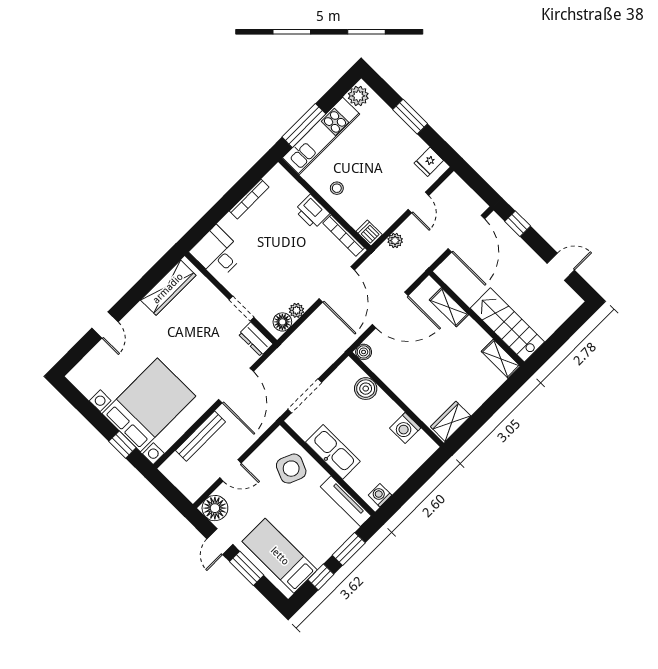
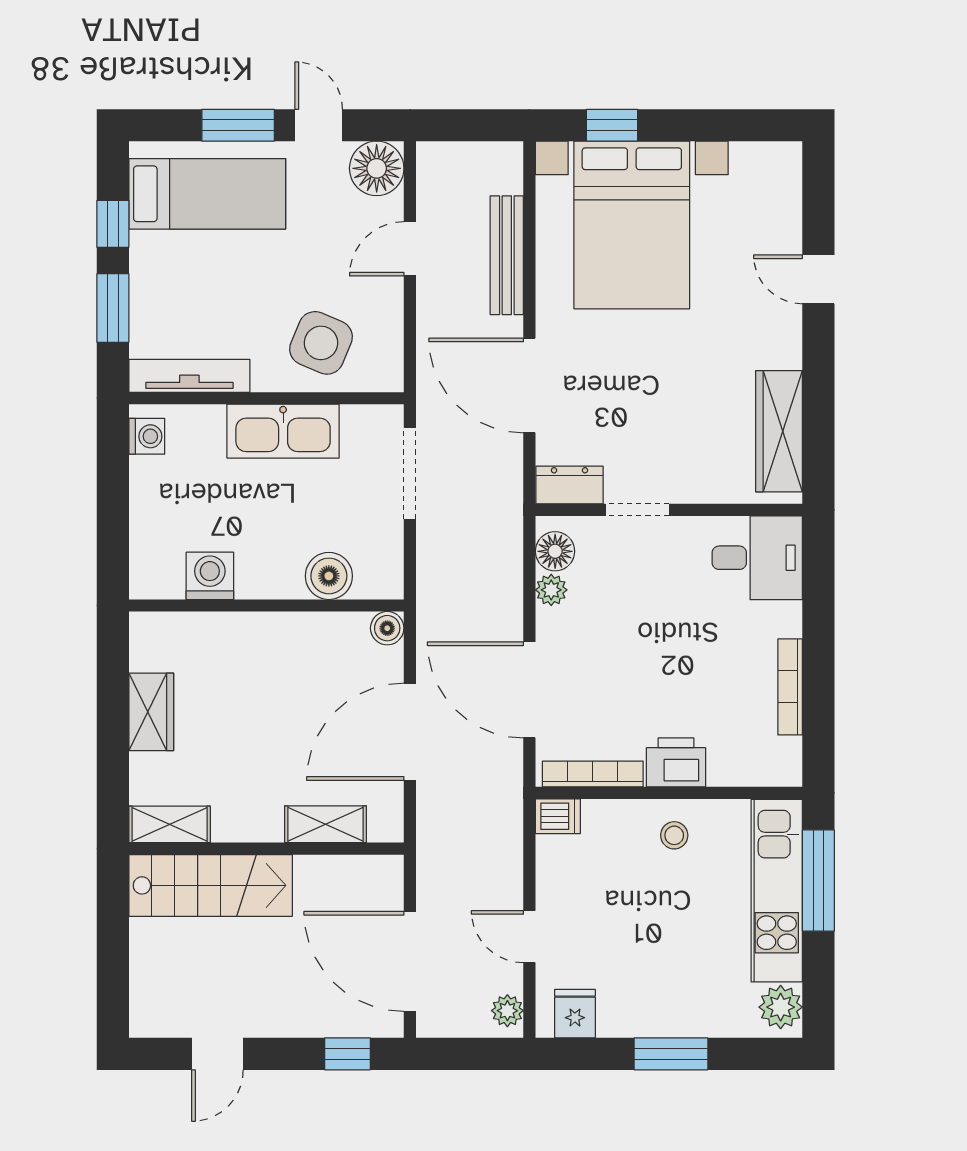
plant: (395, 240) -> (507, 1011), moved
wardrobe: (451, 421) -> (151, 712), moved

